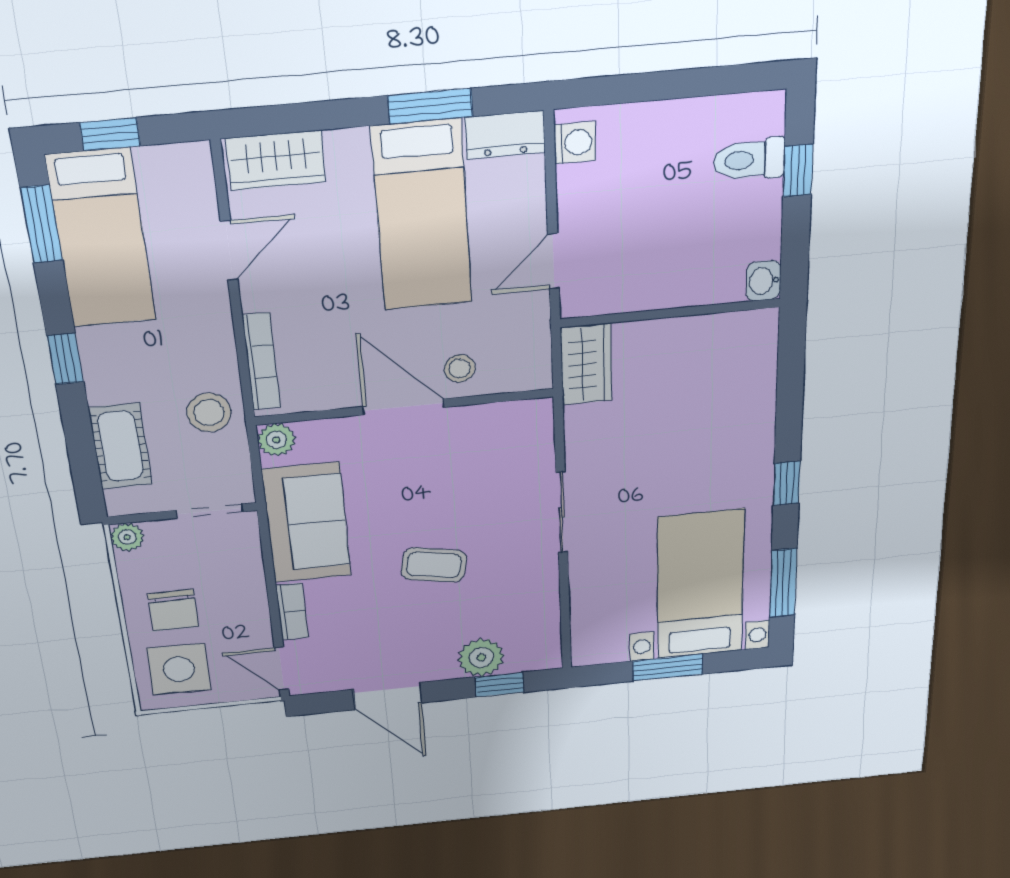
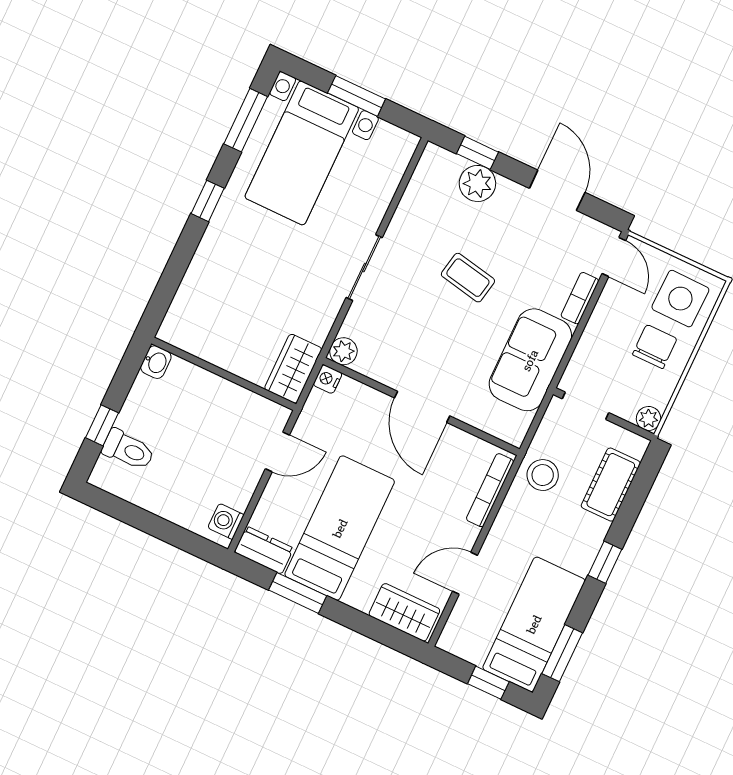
stool: (460, 368) -> (373, 413), removed
nightstand: (537, 375) -> (328, 379), added
plant: (276, 440) -> (343, 351), moved

